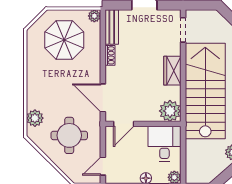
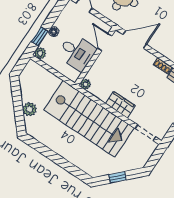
plant: (170, 111) -> (85, 84), width x0.53, depth x0.53
desk: (164, 144) -> (77, 52), moved

